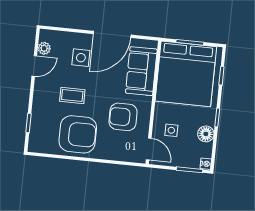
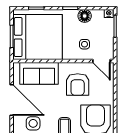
door: (149, 149) -> (101, 61), swing flipped

